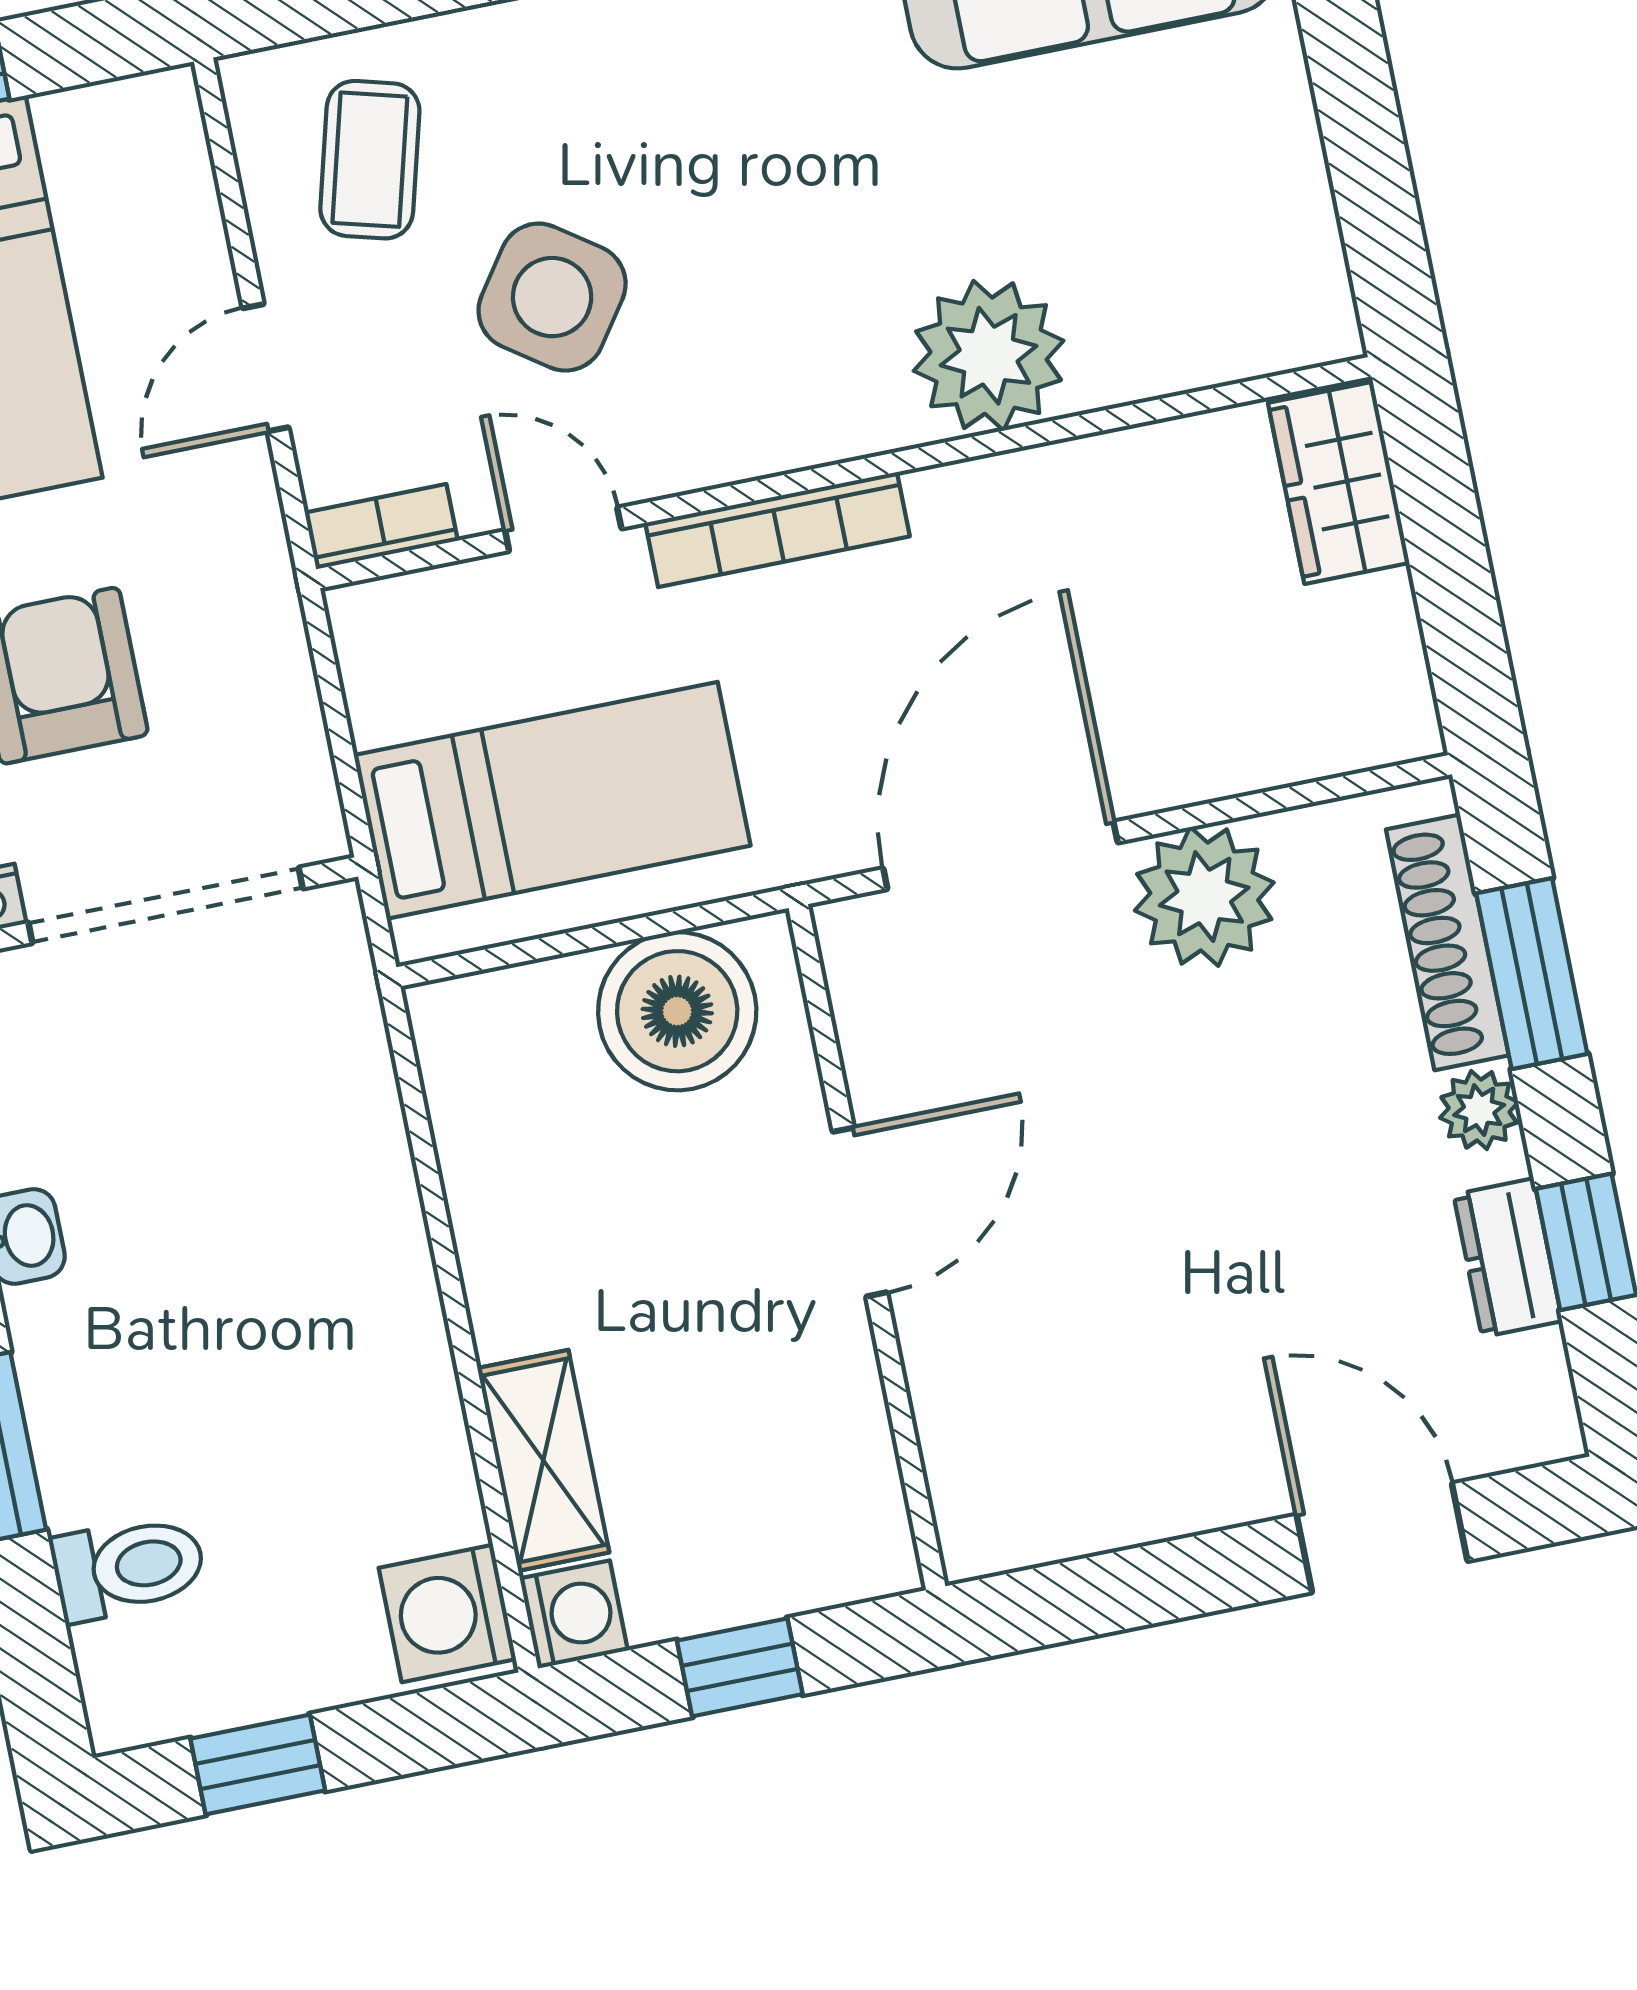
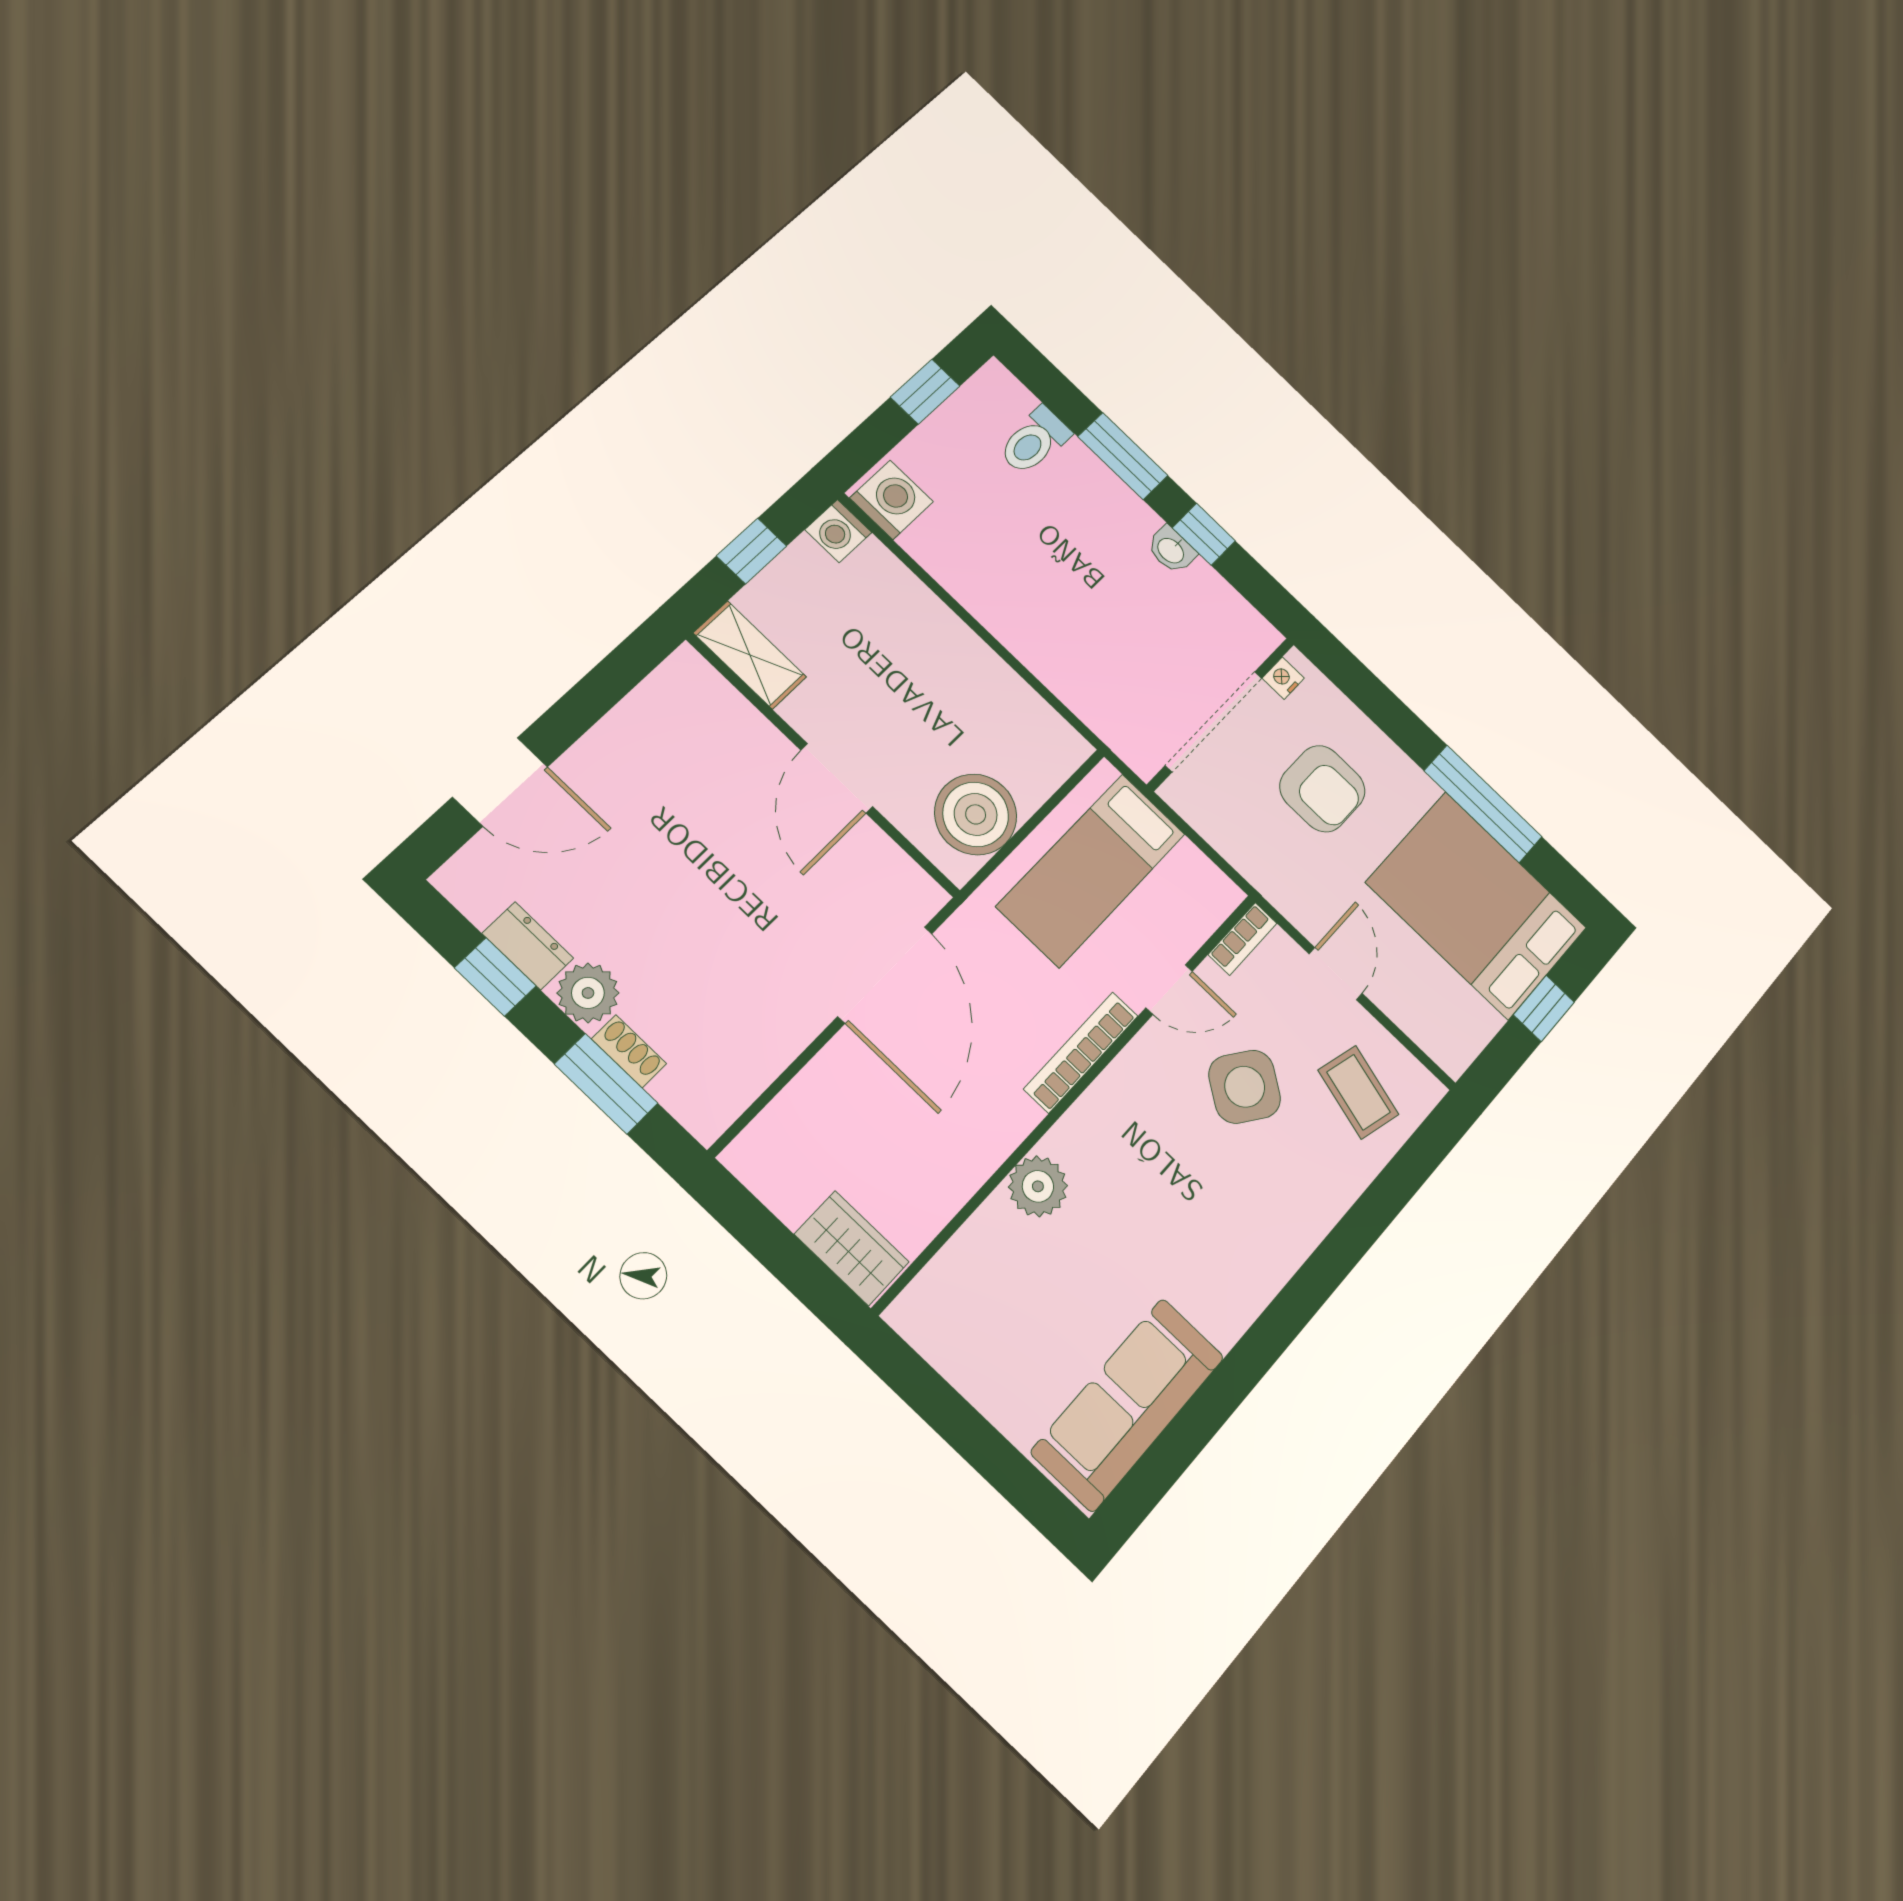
plant: (989, 356) -> (1038, 1186), width x0.73, depth x0.73
plant: (1204, 897) -> (782, 1018), removed
shoe rack: (1447, 942) -> (629, 1051), width x0.51, depth x0.81
plant: (1479, 1110) -> (588, 993), width x1.38, depth x1.38
shelving: (543, 1460) -> (750, 655), moved

